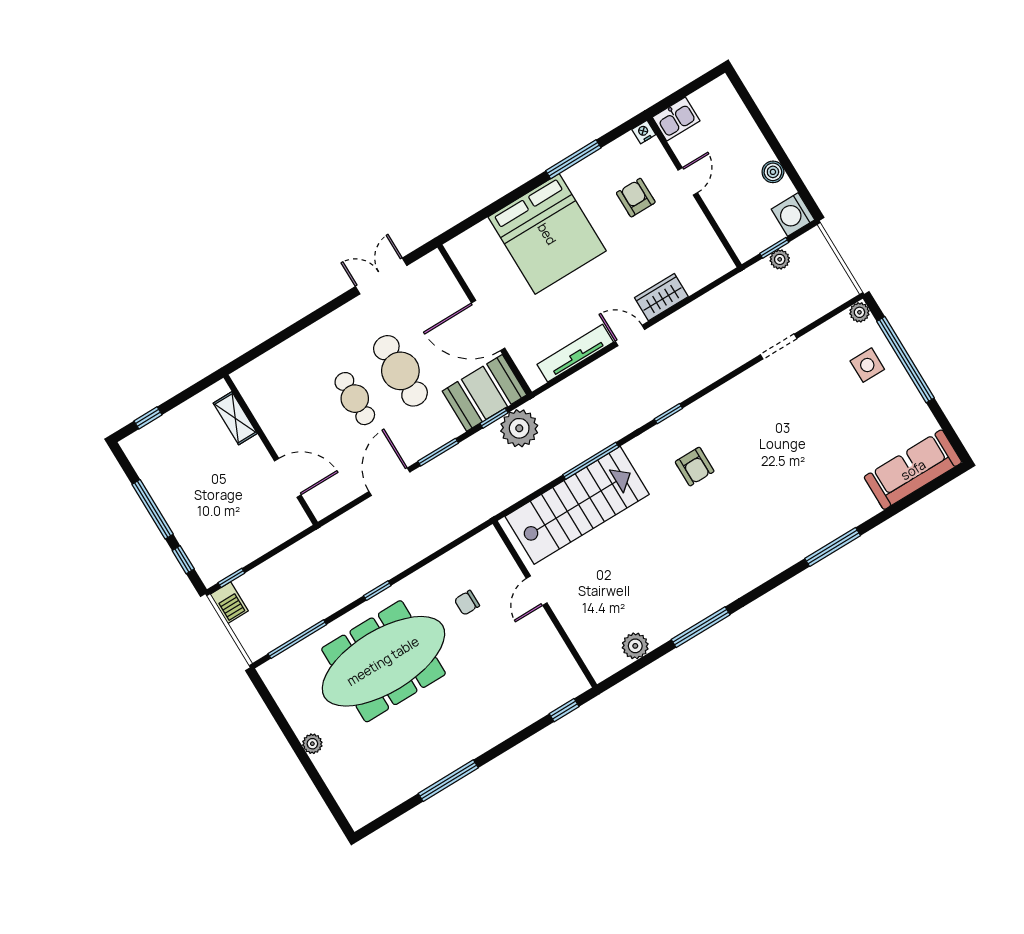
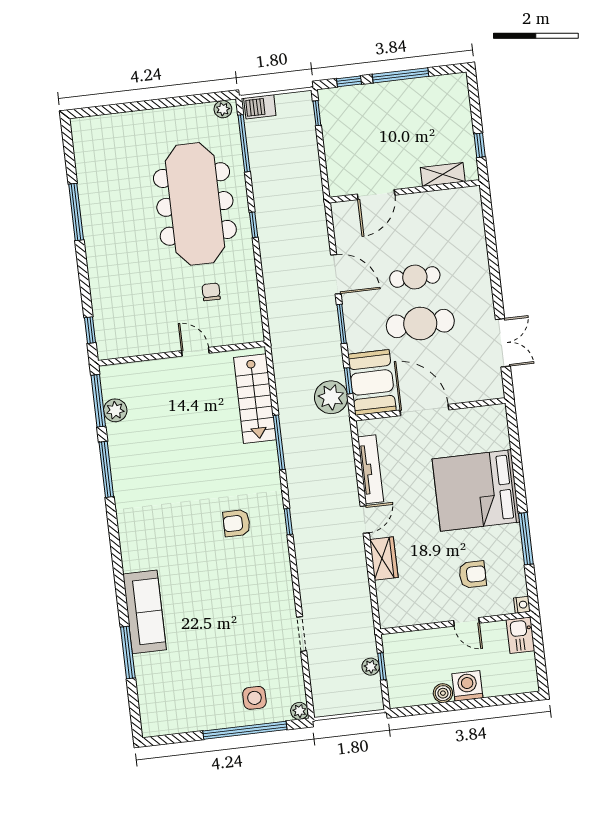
washing machine: (793, 214) -> (467, 686), moved
door: (488, 325) -> (424, 410), hinge flipped
window: (148, 418) -> (480, 145), moved
sofa: (913, 470) -> (145, 612), moved
stairs: (577, 505) -> (255, 399), width x0.73, depth x0.66
window: (833, 547) -> (128, 653), moved
barbecue: (229, 603) -> (260, 107), moved
window: (633, 668) -> (98, 401), added
plant: (312, 744) -> (223, 109), moved

